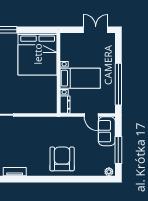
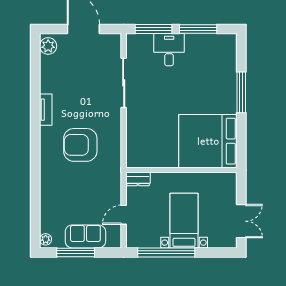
bed with nightstands: (80, 78) -> (184, 221), moved, turned 180
sofa: (107, 131) -> (85, 236), moved
armchair: (62, 159) -> (80, 145), moved, turned 180

